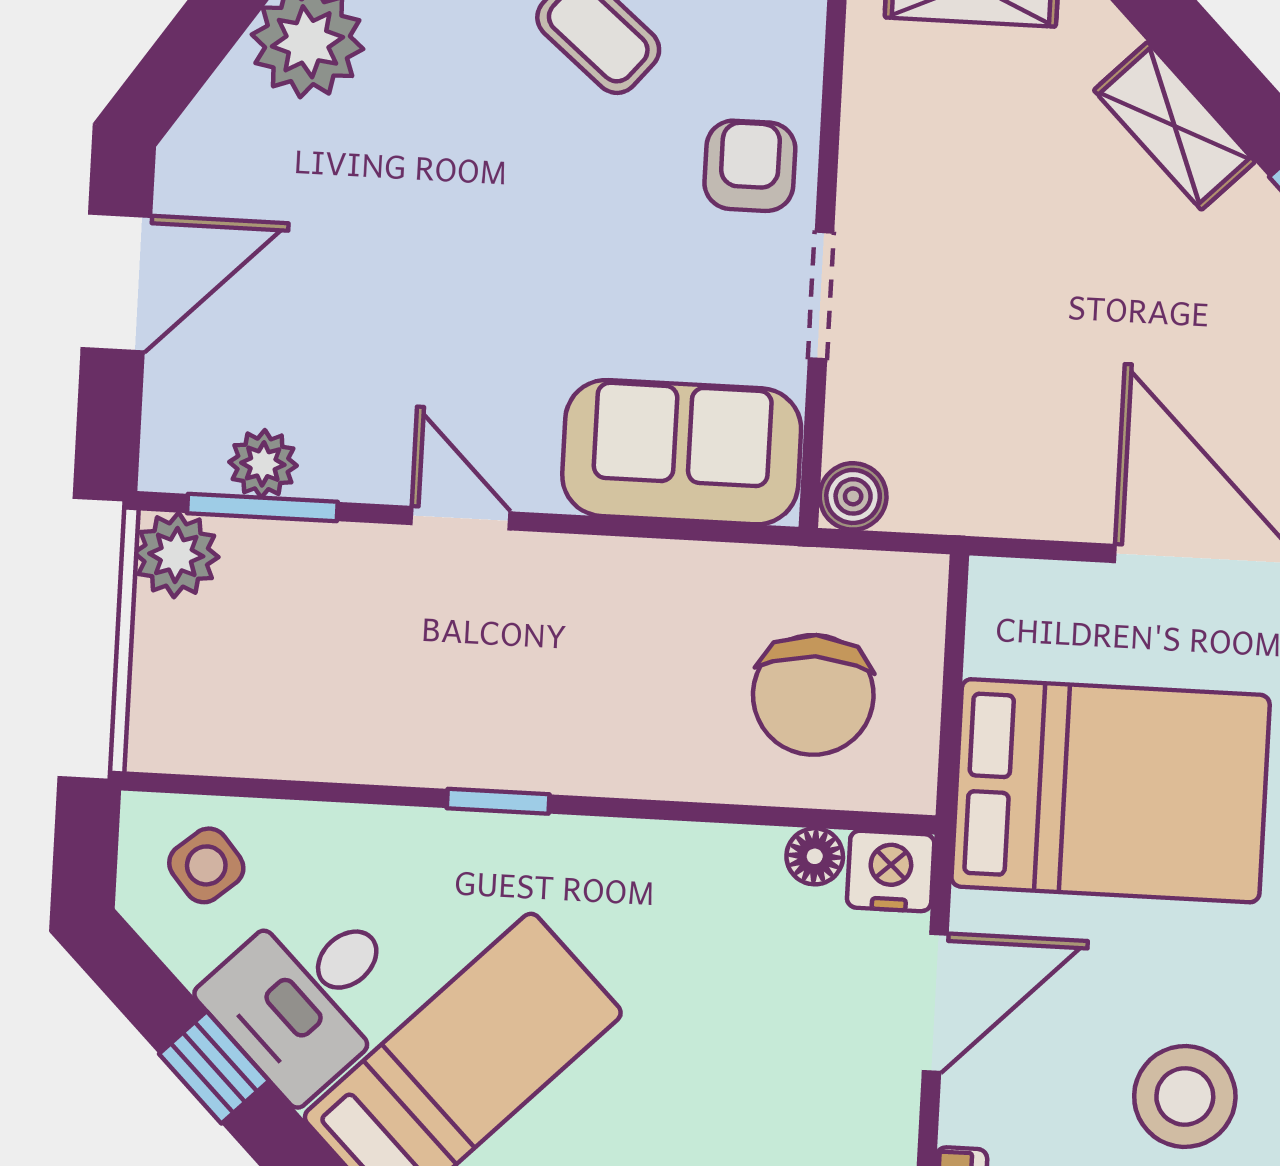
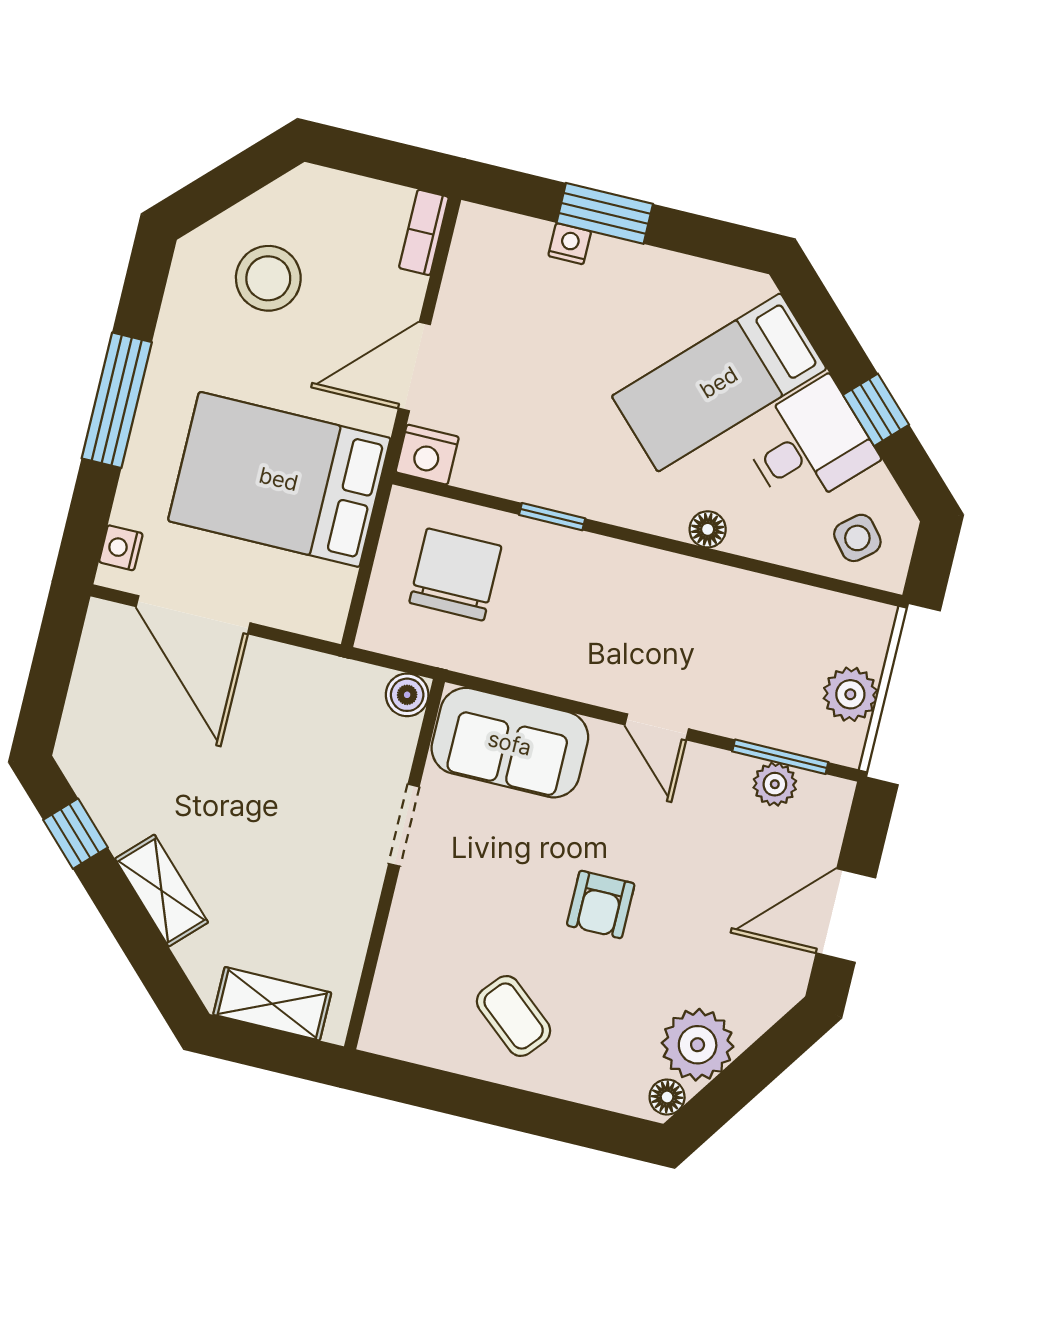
armchair: (750, 166) -> (601, 904), moved
plant: (176, 555) -> (850, 694), moved
window: (498, 801) -> (552, 517), moved
floor lamp: (815, 856) -> (708, 529), moved

